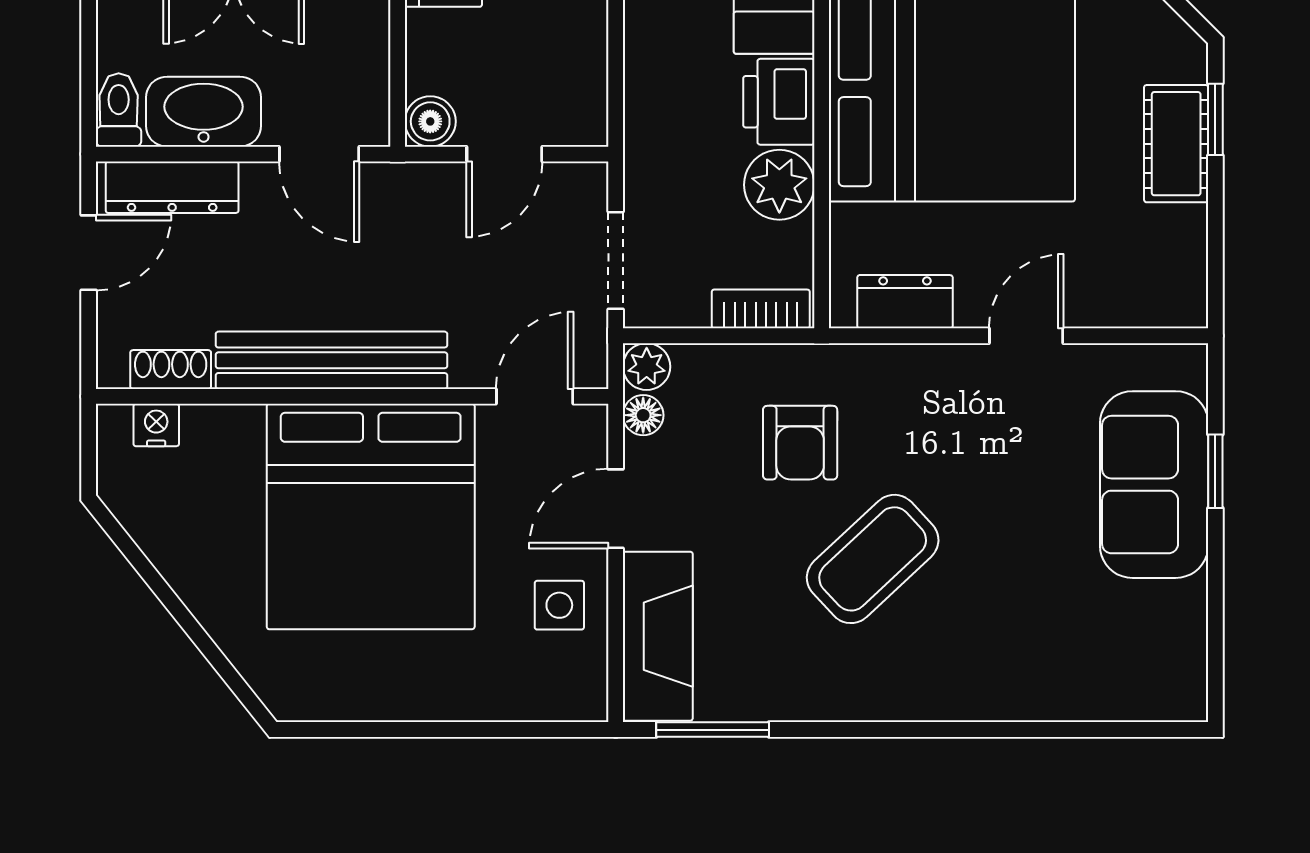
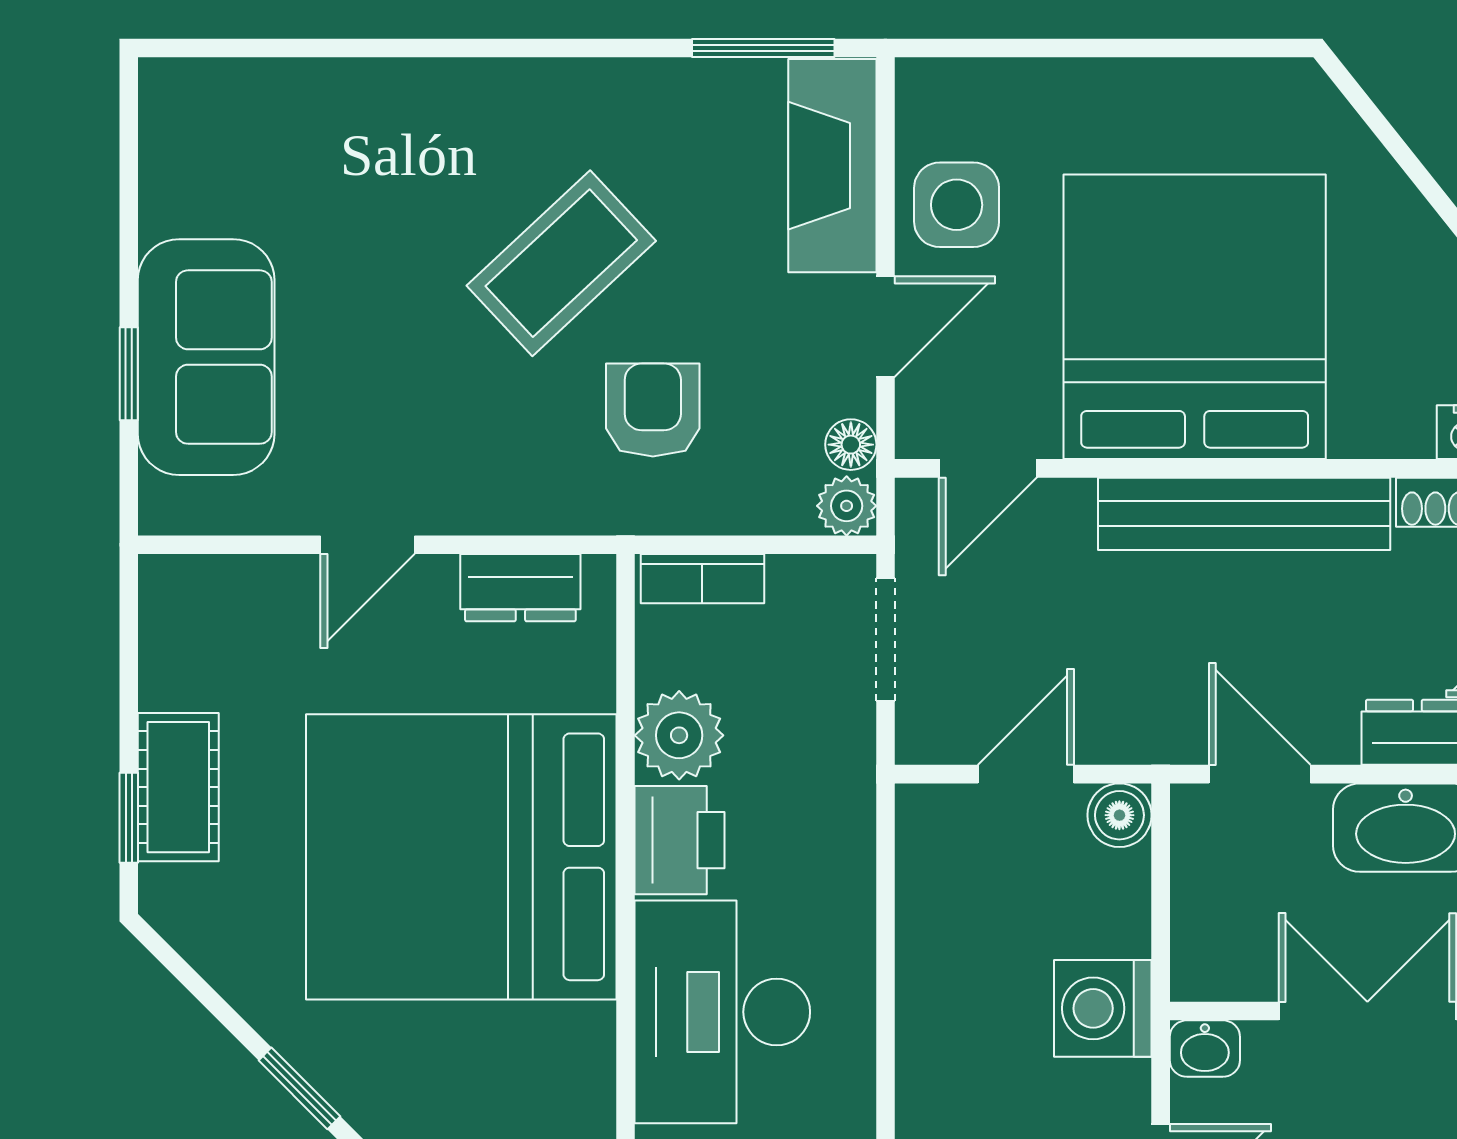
side table: (559, 605) -> (957, 205), width x1.37, depth x1.37

